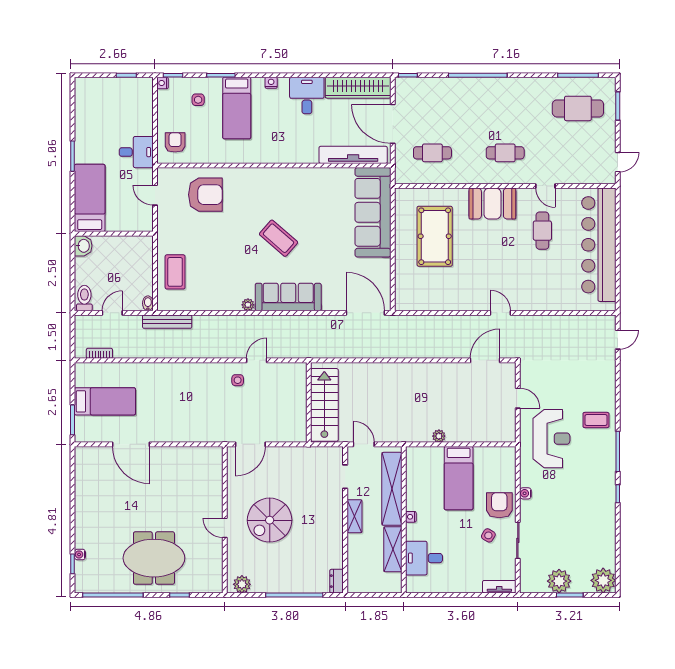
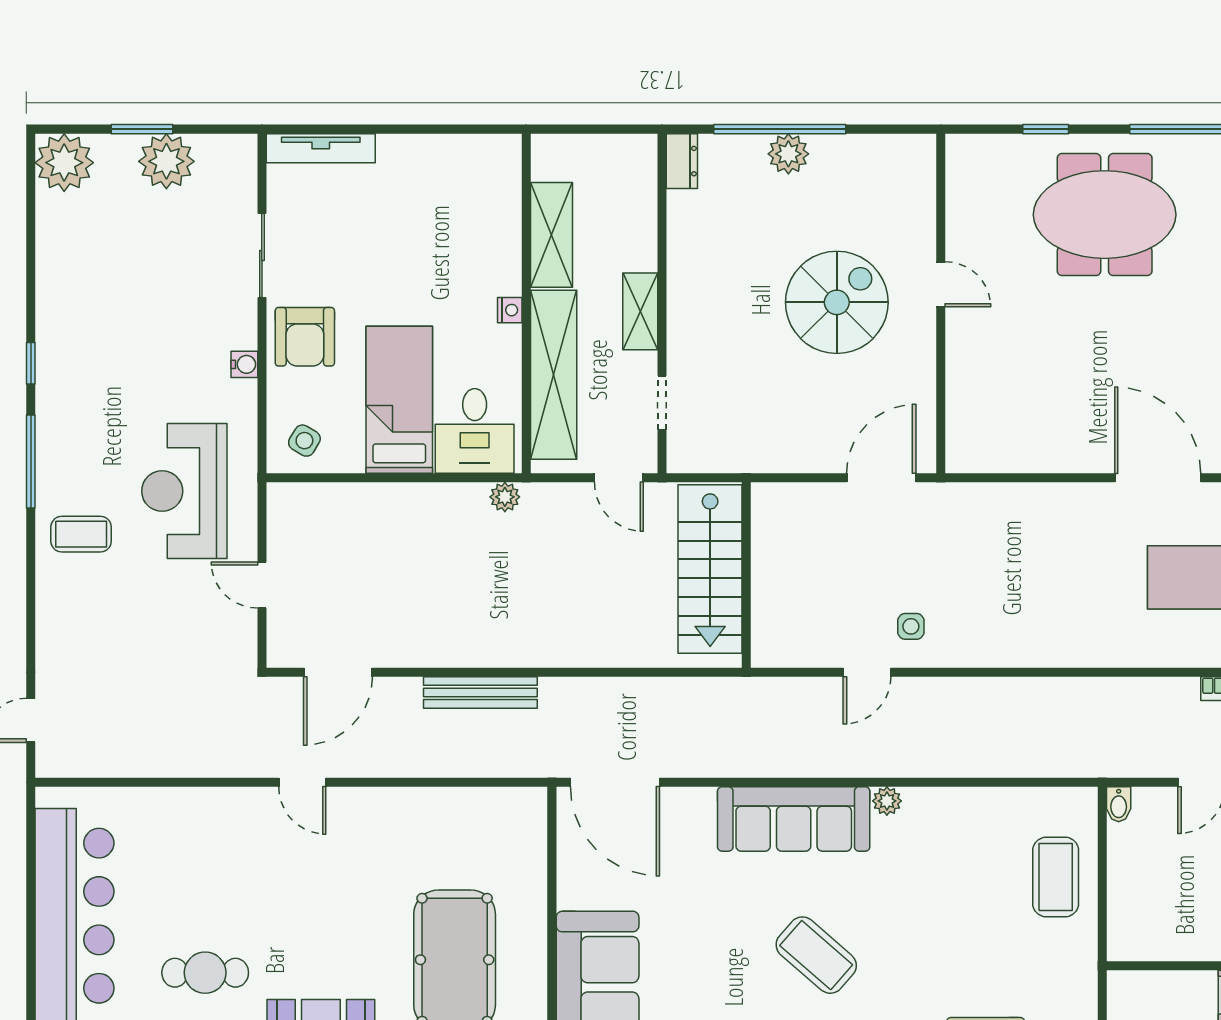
cafe table: (542, 231) -> (205, 973), turned 90
bench: (167, 322) -> (480, 692), moved
plant: (439, 436) -> (505, 497), moved
side table: (488, 535) -> (304, 441), moved
desk: (424, 558) -> (475, 431), moved, turned 90
plant: (242, 584) -> (788, 154), moved
tv unit: (499, 587) -> (321, 148), width x1.41

